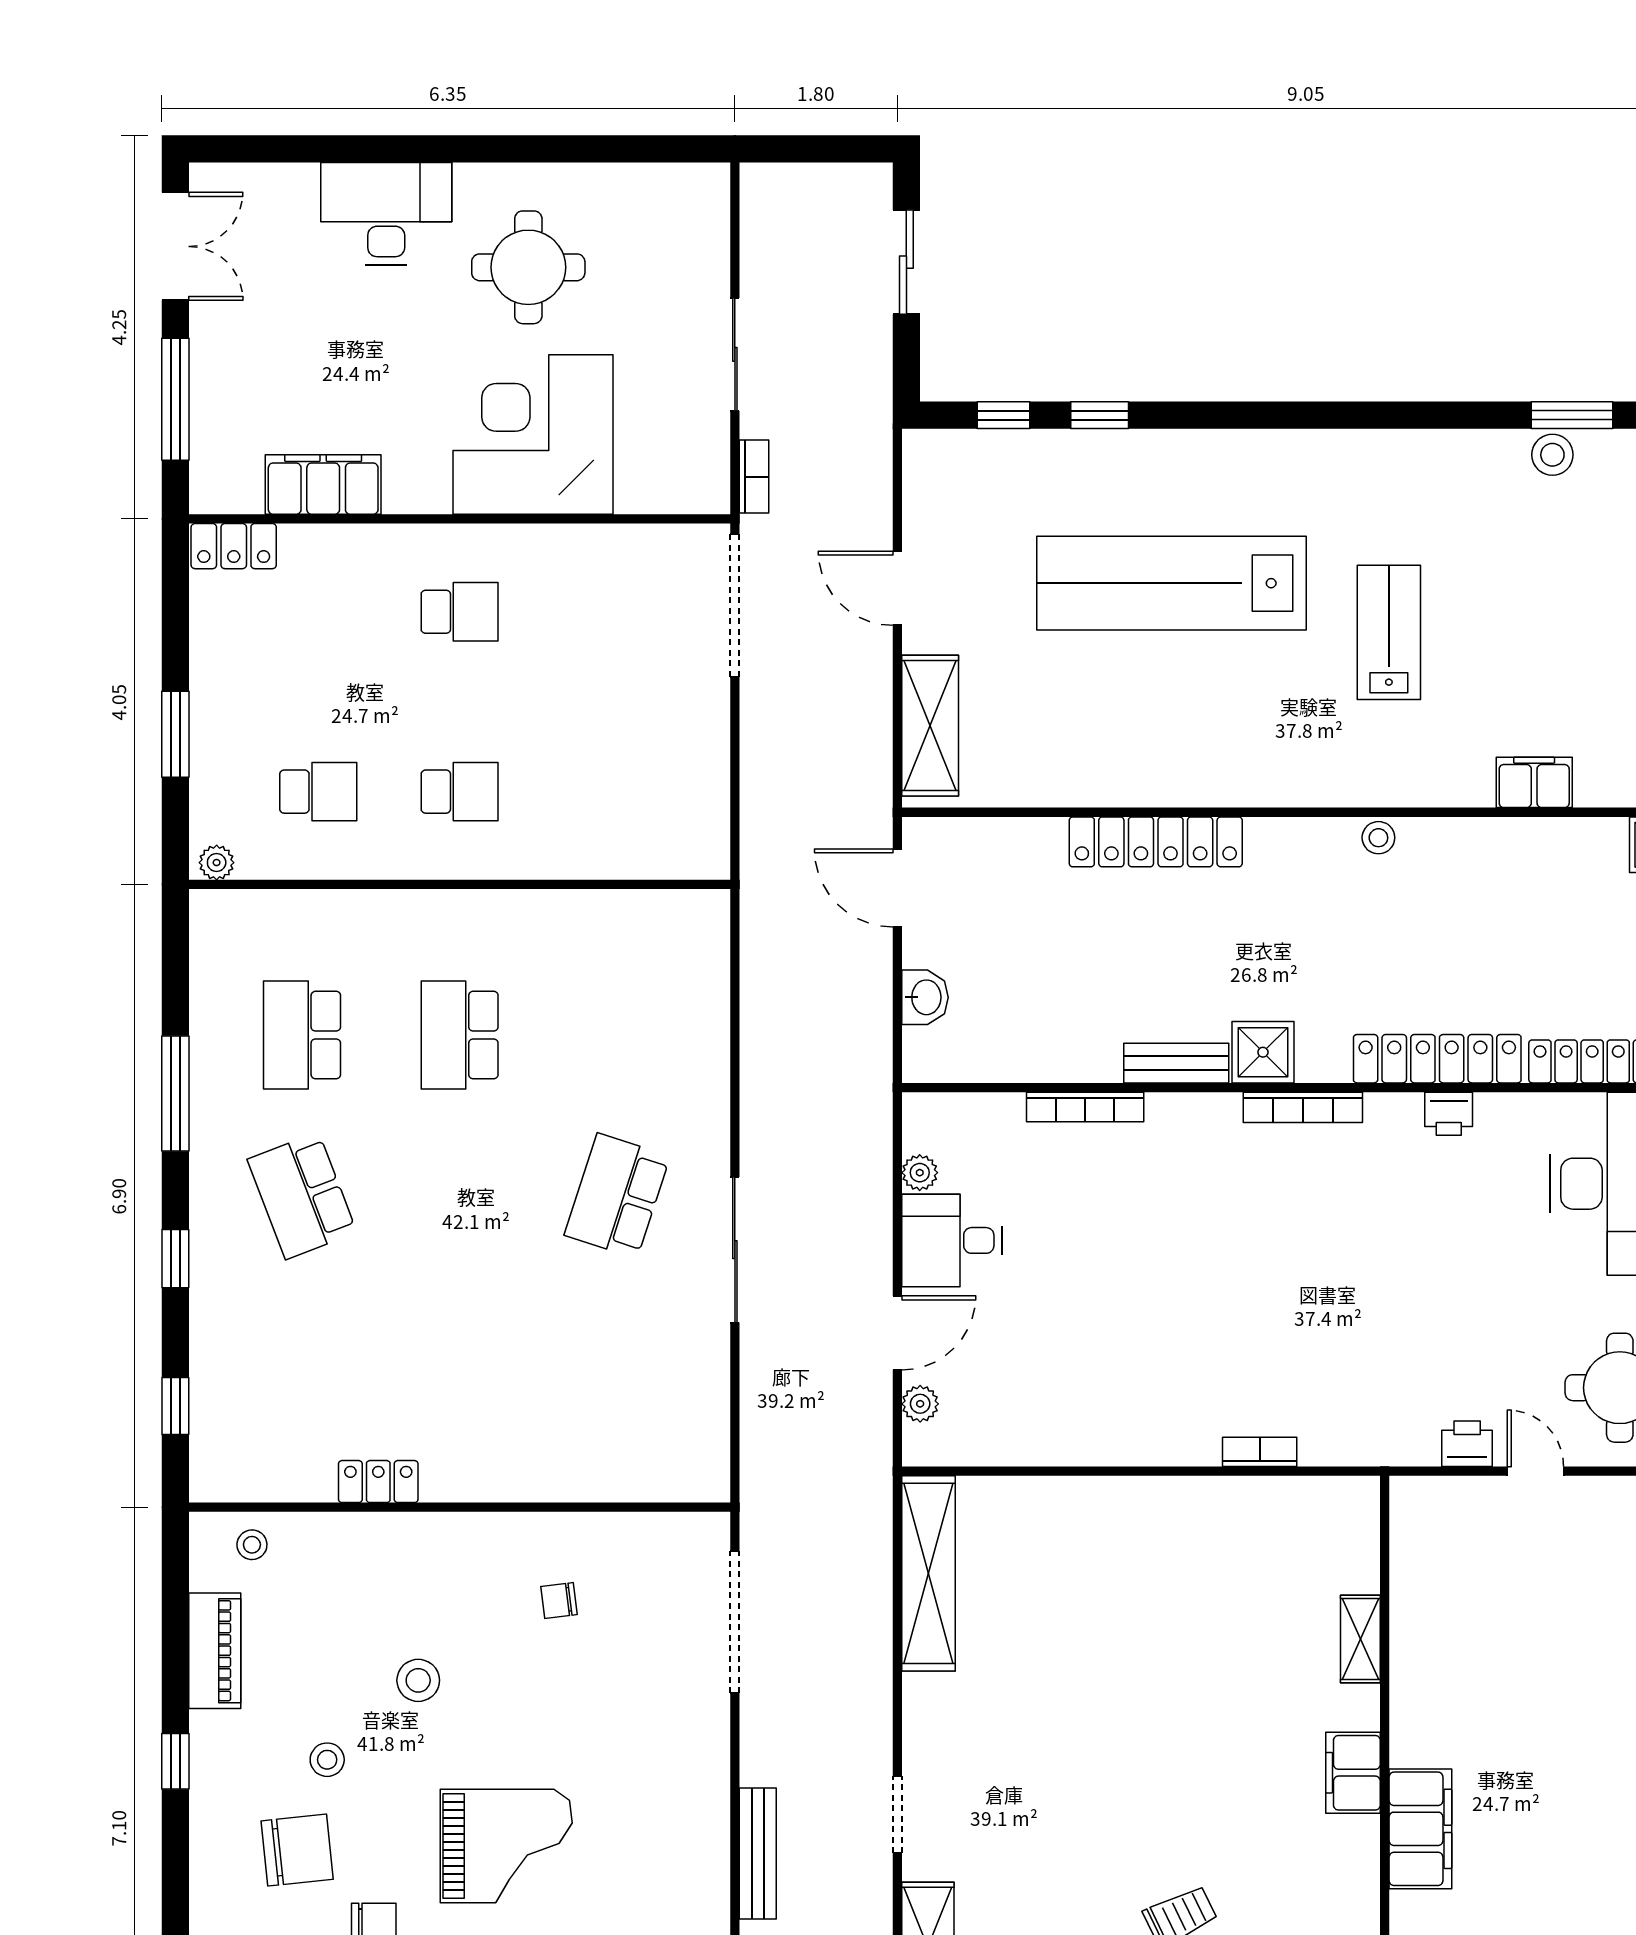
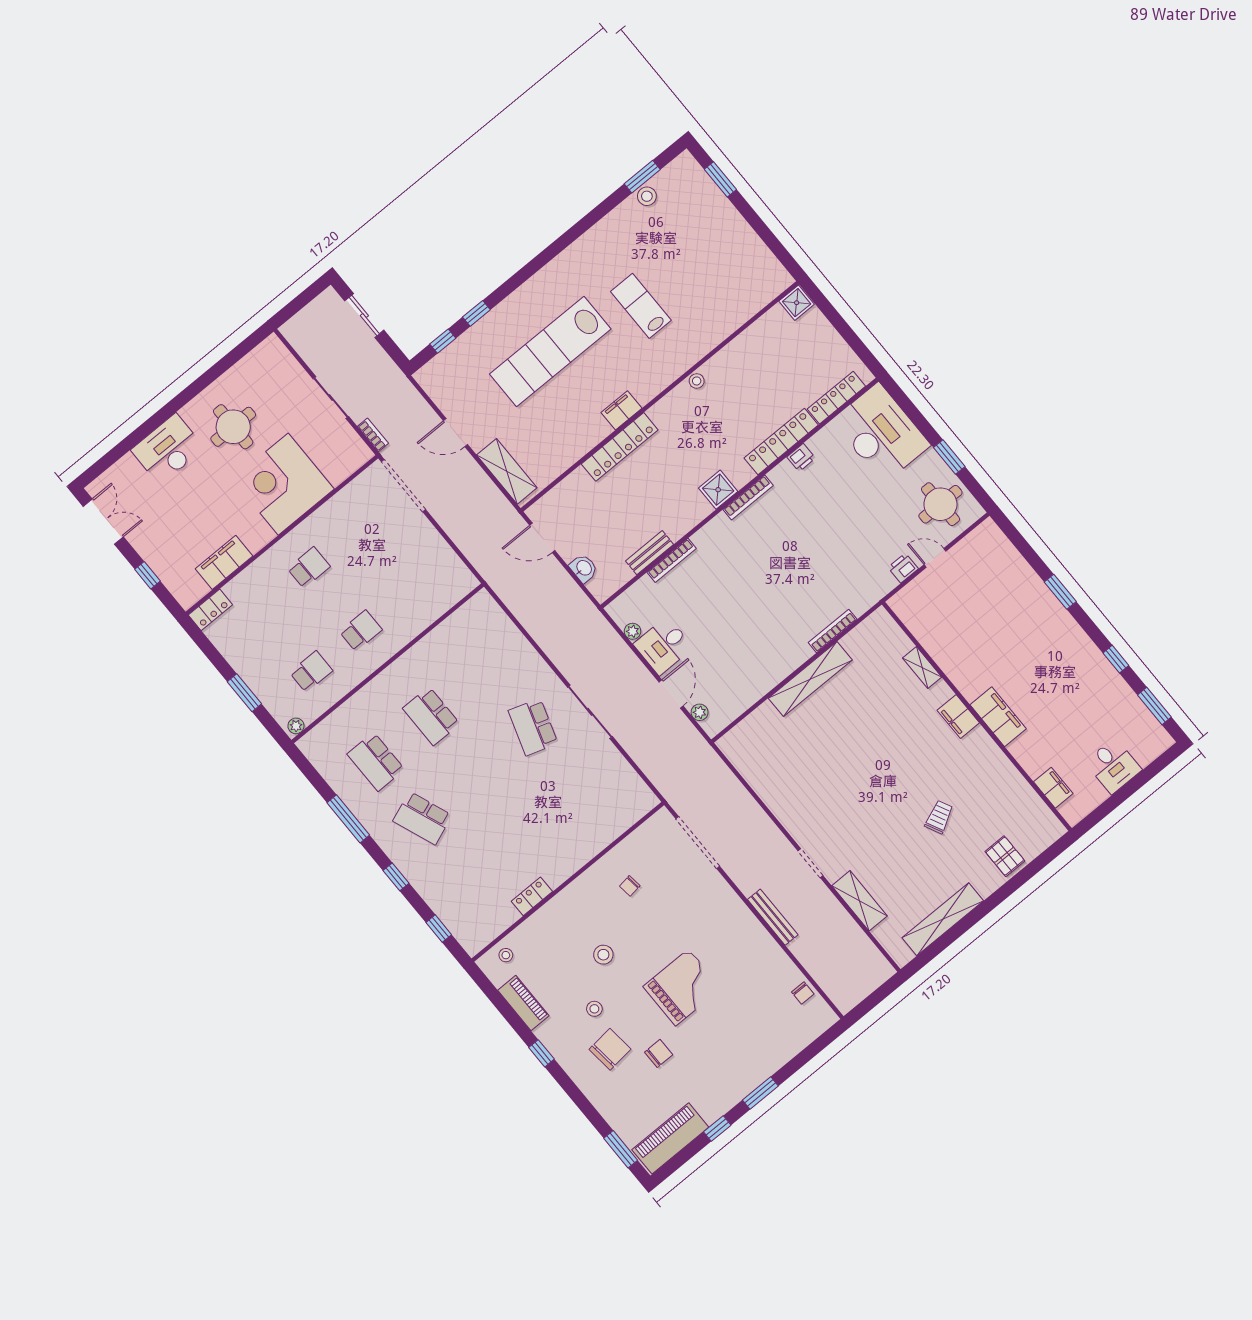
window: (175, 399) -> (147, 575), width x0.46
filing cabinet: (1534, 782) -> (621, 410), moved
bench: (1176, 1063) -> (650, 553), moved
bookcase: (1260, 1452) -> (833, 631), width x1.56
shelving: (929, 1573) -> (810, 679), moved, turned 90

